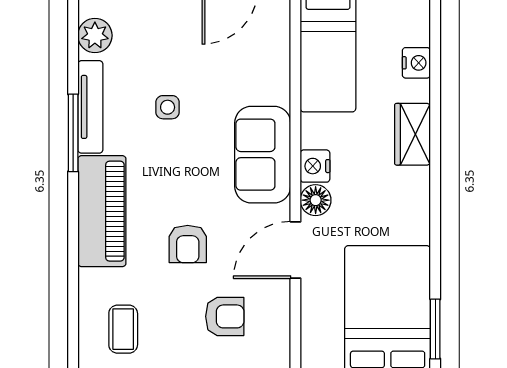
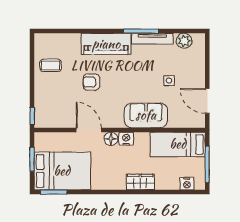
nightstand: (416, 63) -> (187, 184), moved
side table: (168, 107) -> (169, 81), moved
sofa: (263, 155) -> (146, 115), moved
armchair: (225, 316) -> (59, 99), removed
coffee table: (123, 329) -> (51, 65), moved

